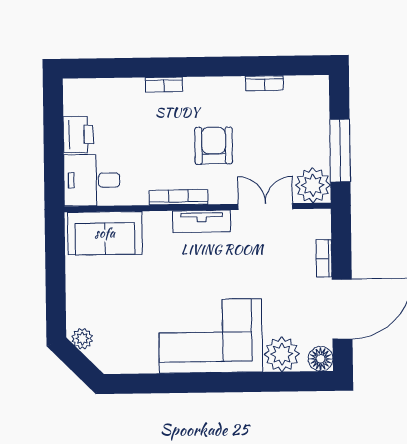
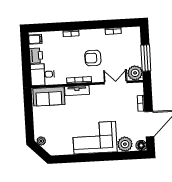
filing cabinet: (78, 95) -> (35, 39), added
armchair: (214, 146) -> (93, 58), turned -90
tv unit: (202, 221) -> (77, 91), moved

